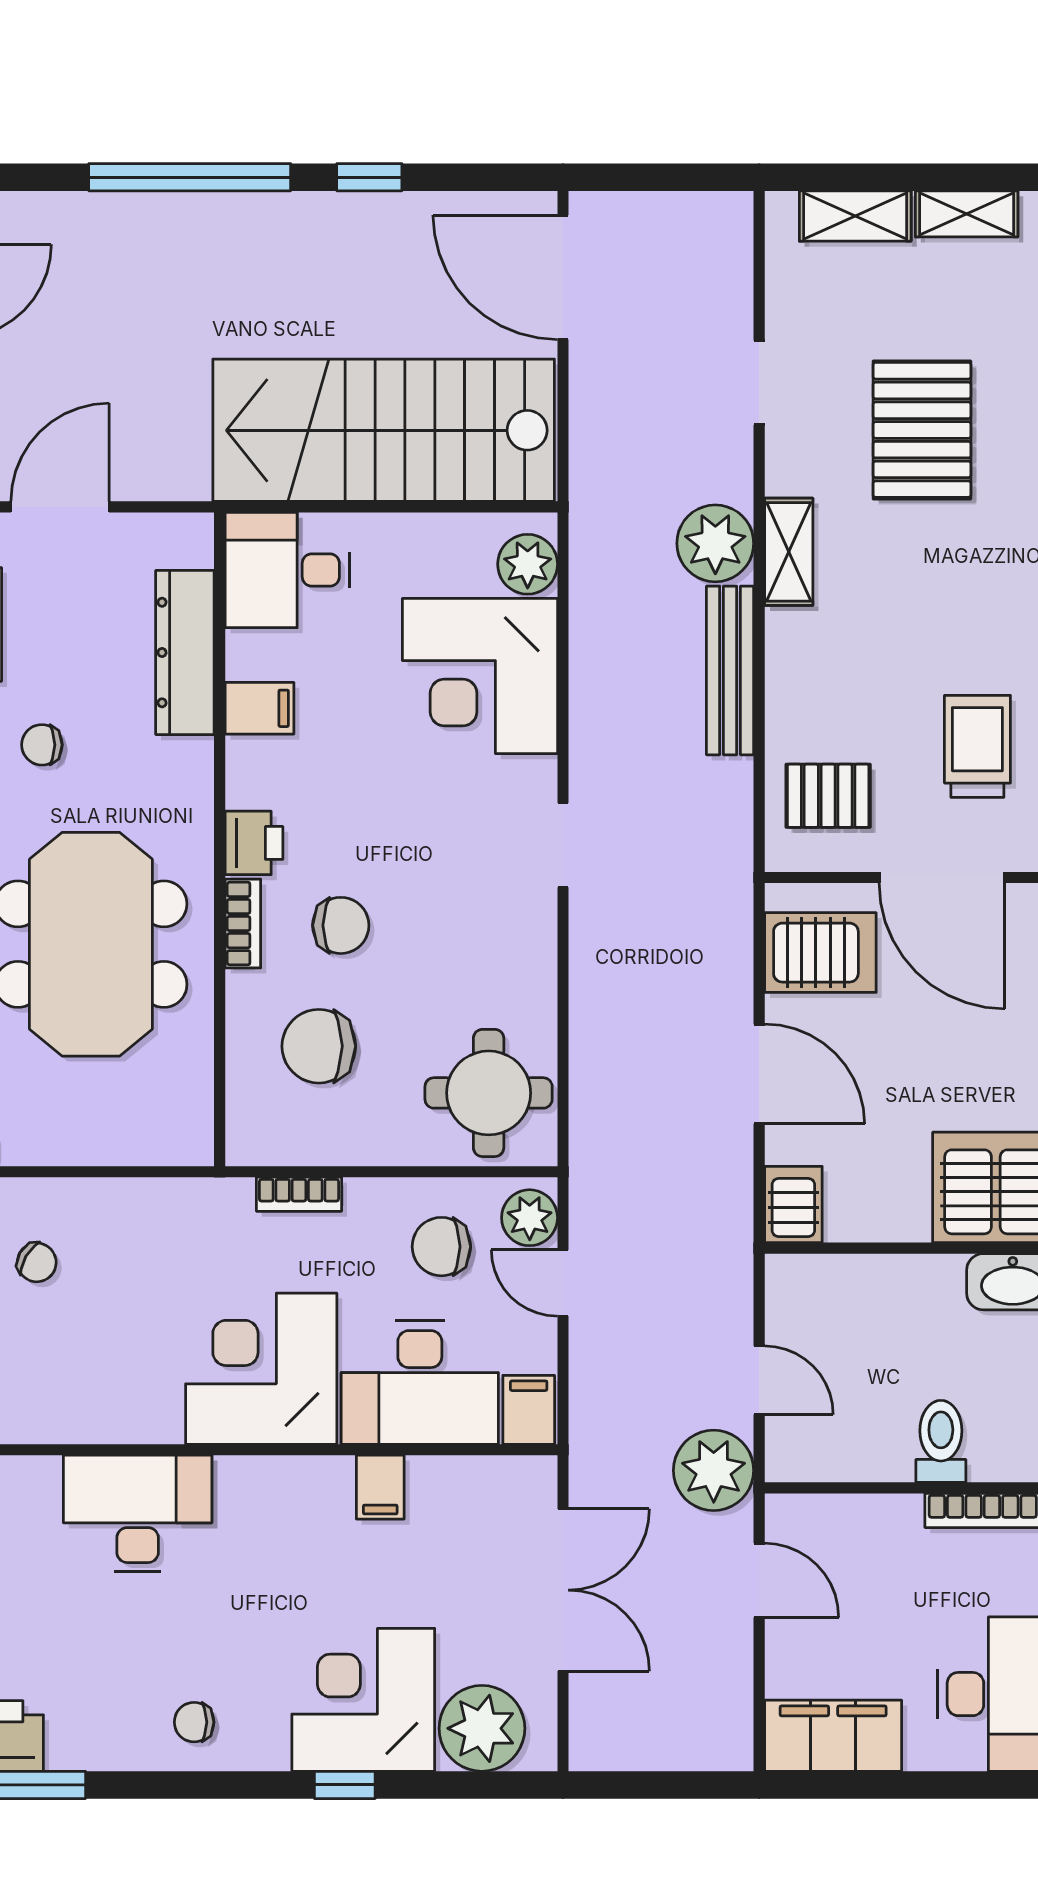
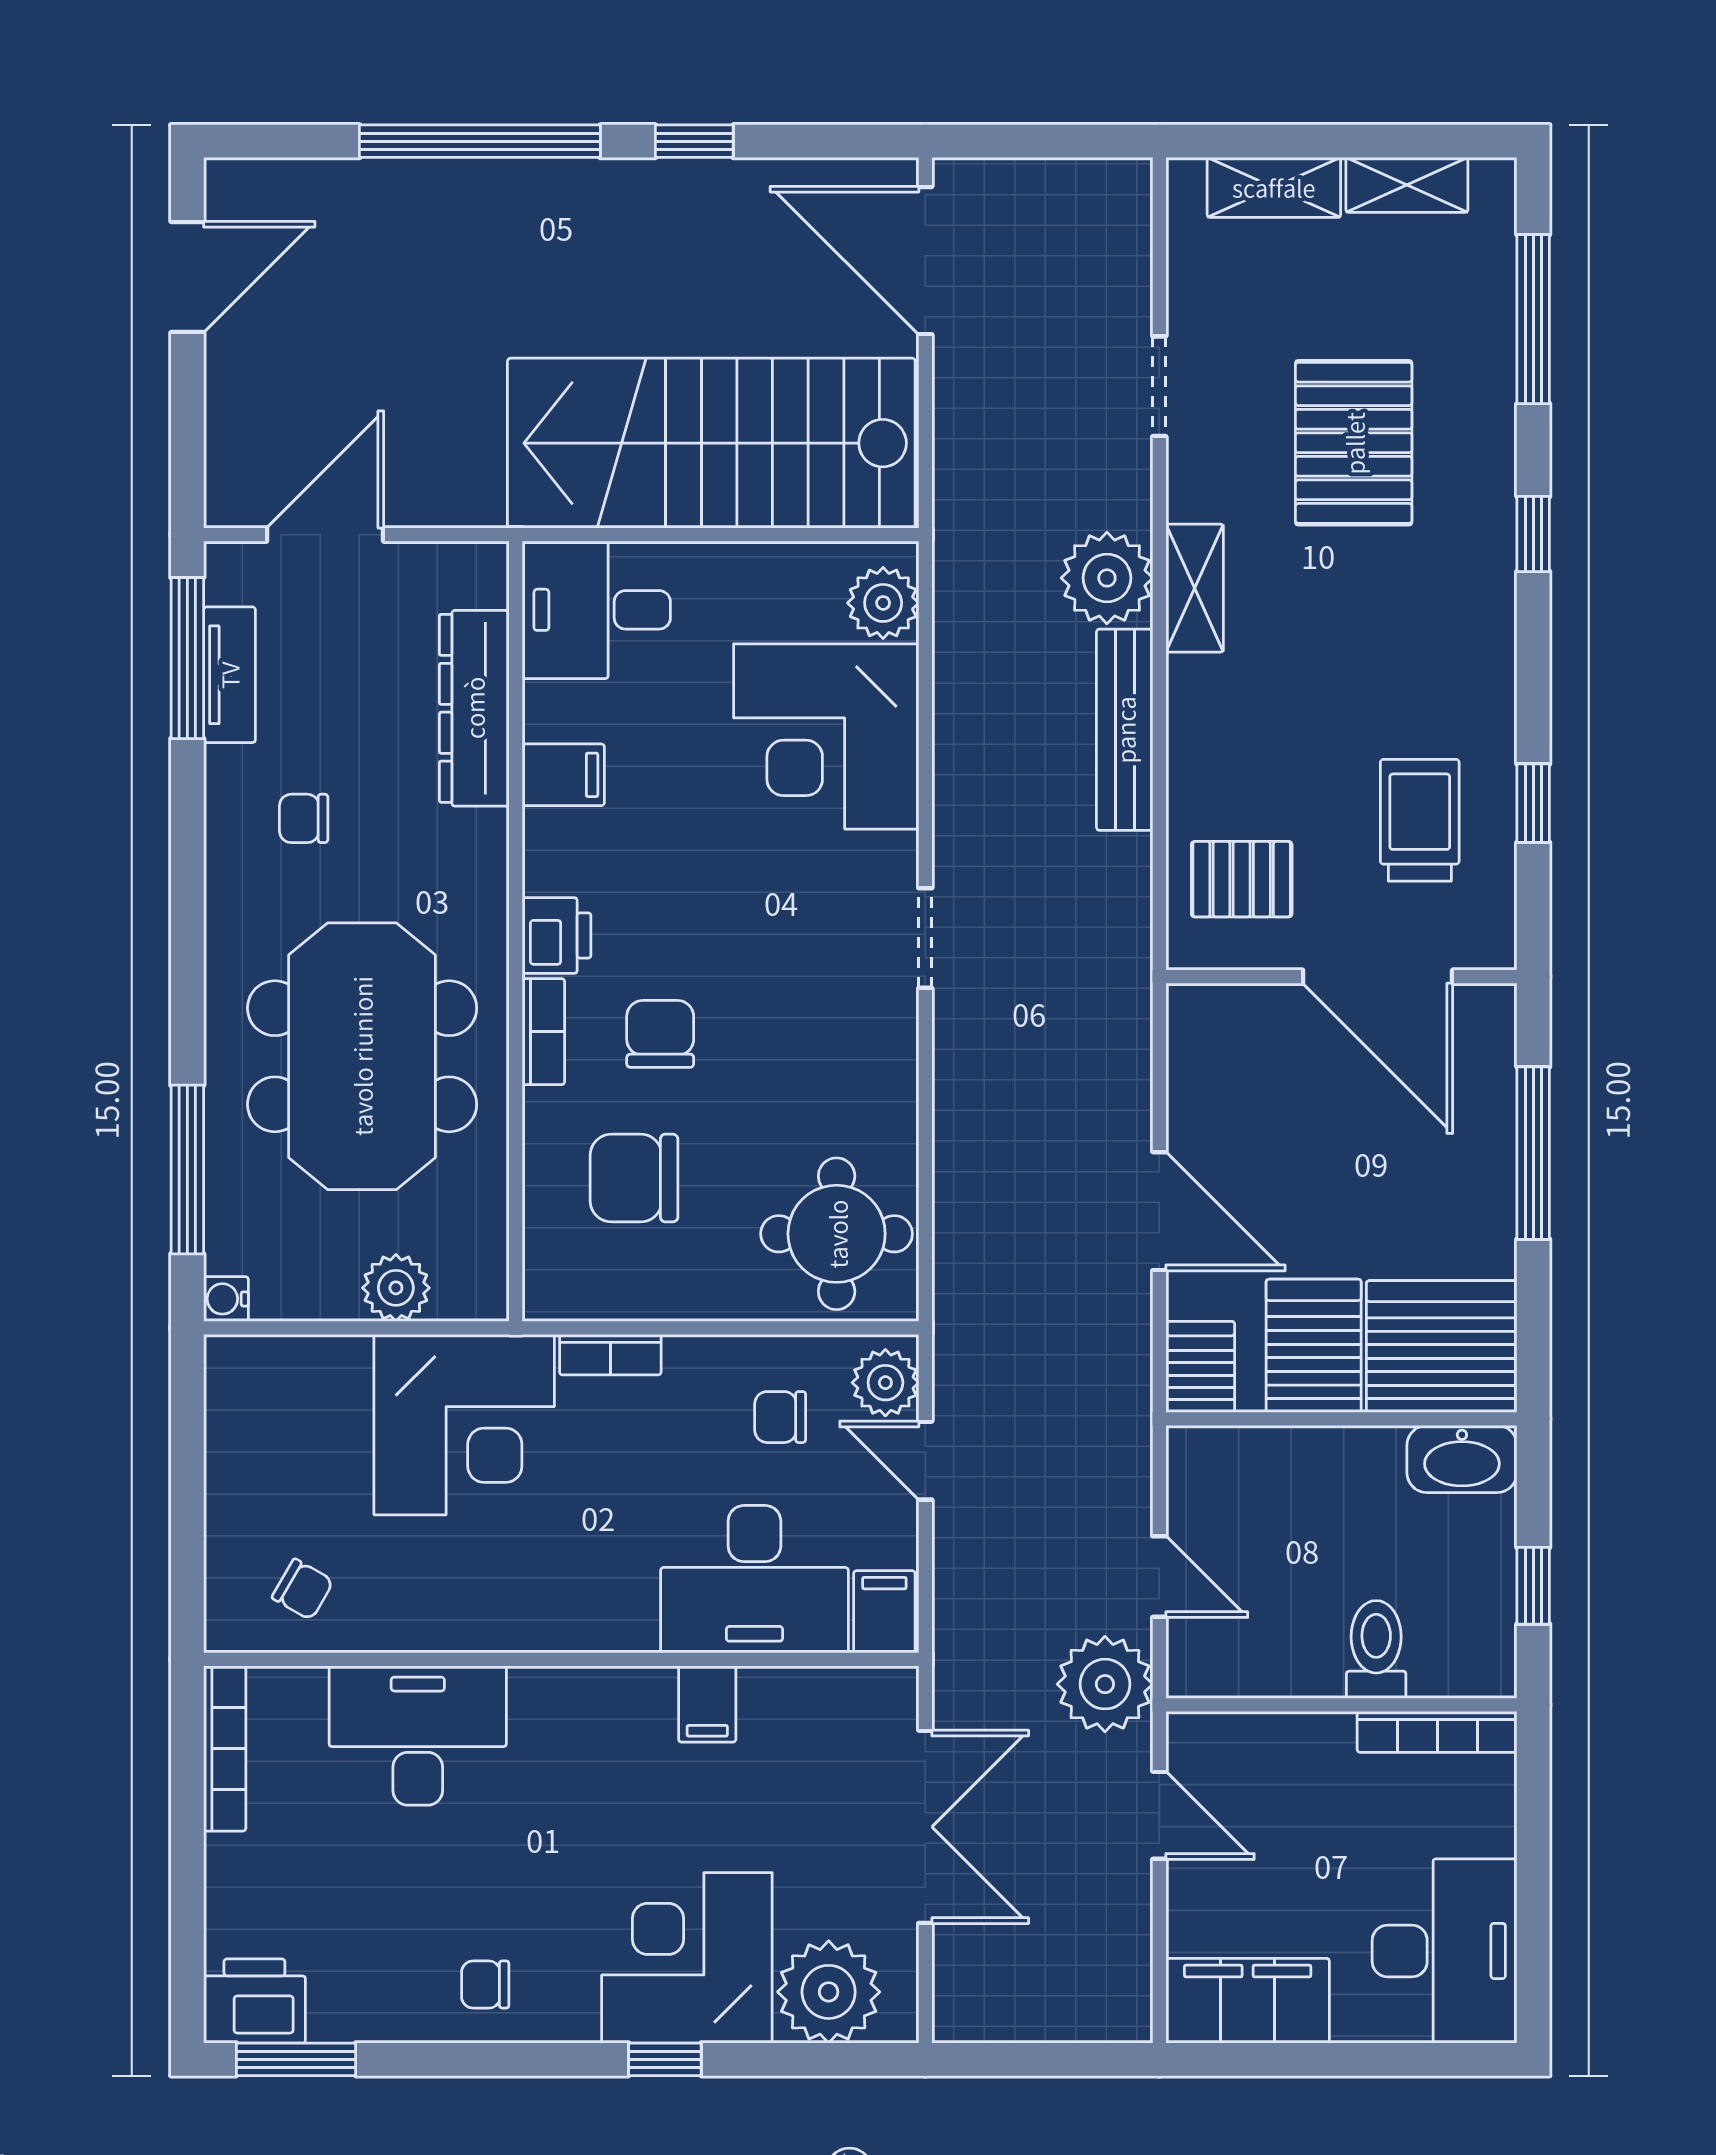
chair: (341, 925) -> (660, 1034), turned -90
server rack: (820, 953) -> (1314, 1346), moved, turned -90
plant: (119, 1138) -> (396, 1288), added
chair: (441, 1247) -> (780, 1417), width x0.73, depth x0.73
chair: (37, 1262) -> (303, 1589), moved
corner desk: (261, 1369) -> (464, 1425), moved, turned 180

